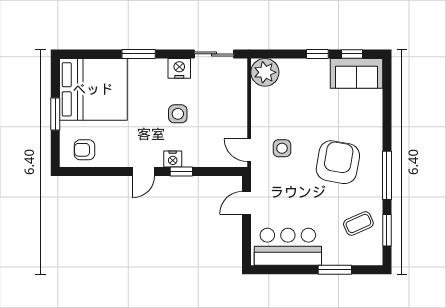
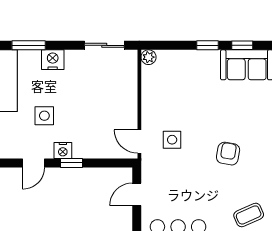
nightstand: (179, 68) -> (53, 60), moved
plant: (265, 72) -> (149, 57), width x0.53, depth x0.53
side table: (178, 114) -> (44, 116), moved
armchair: (338, 162) -> (228, 154), width x0.53, depth x0.53

